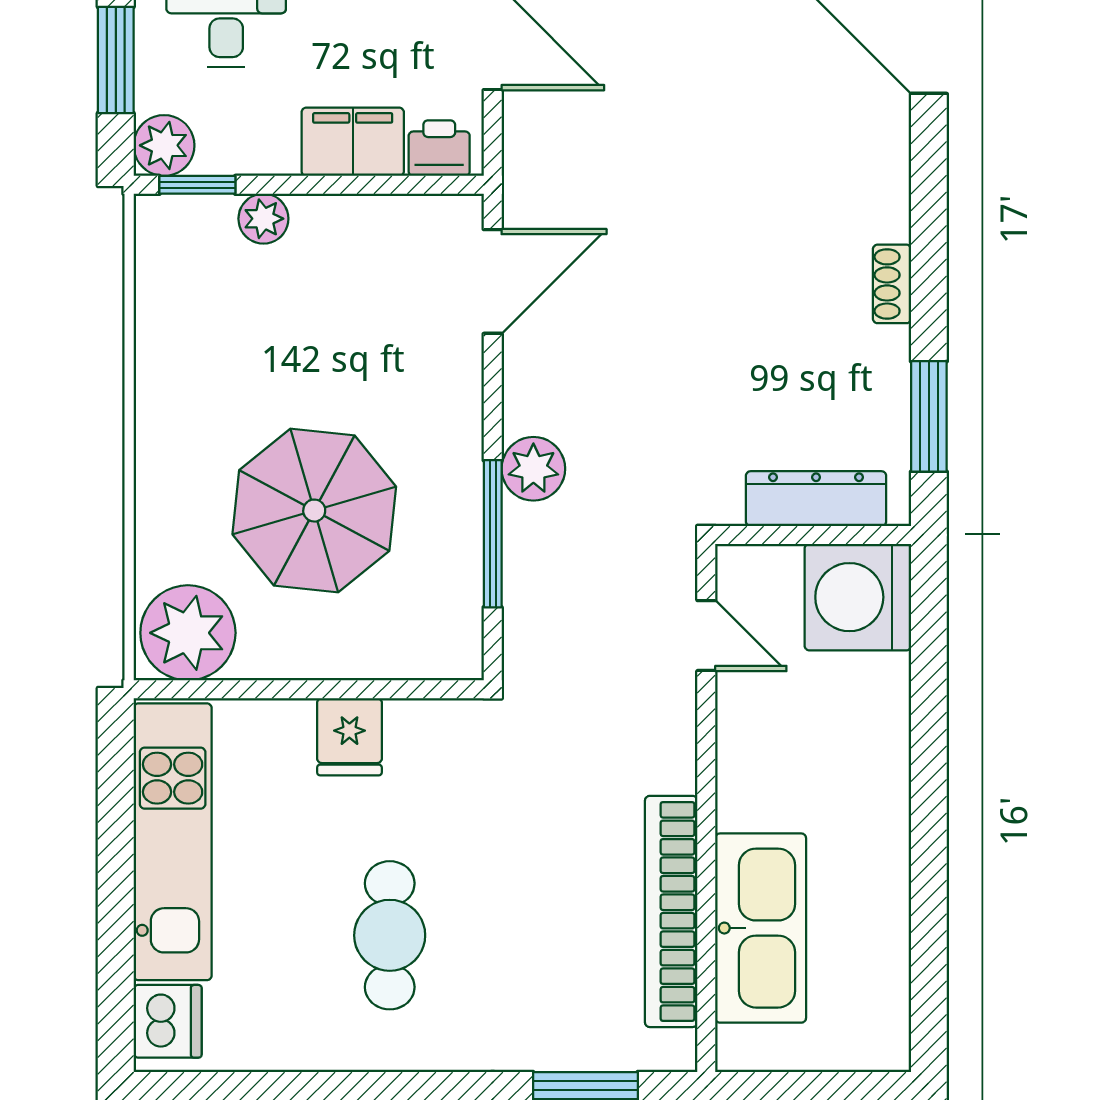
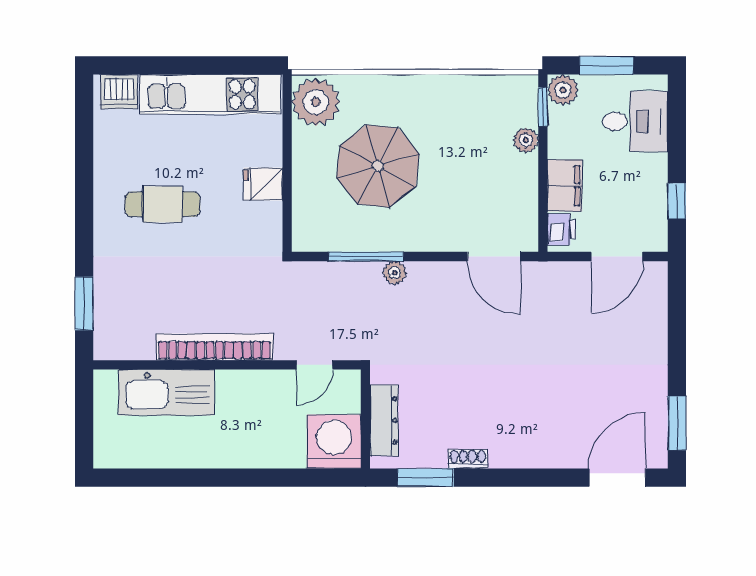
shoe rack: (892, 284) -> (468, 459), moved
plant: (533, 469) -> (395, 273), width x0.73, depth x0.73
bookcase: (671, 911) -> (215, 347), moved

